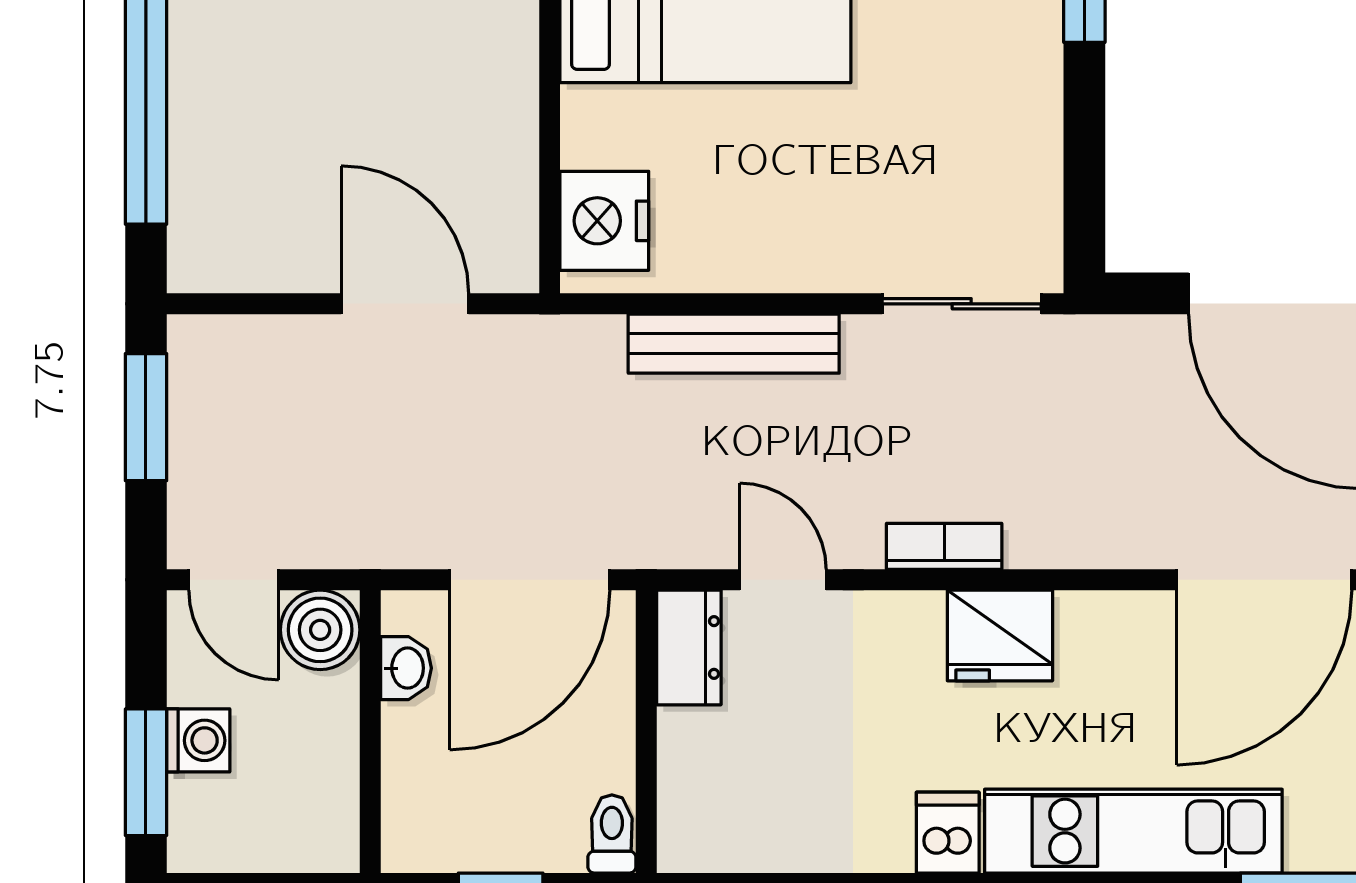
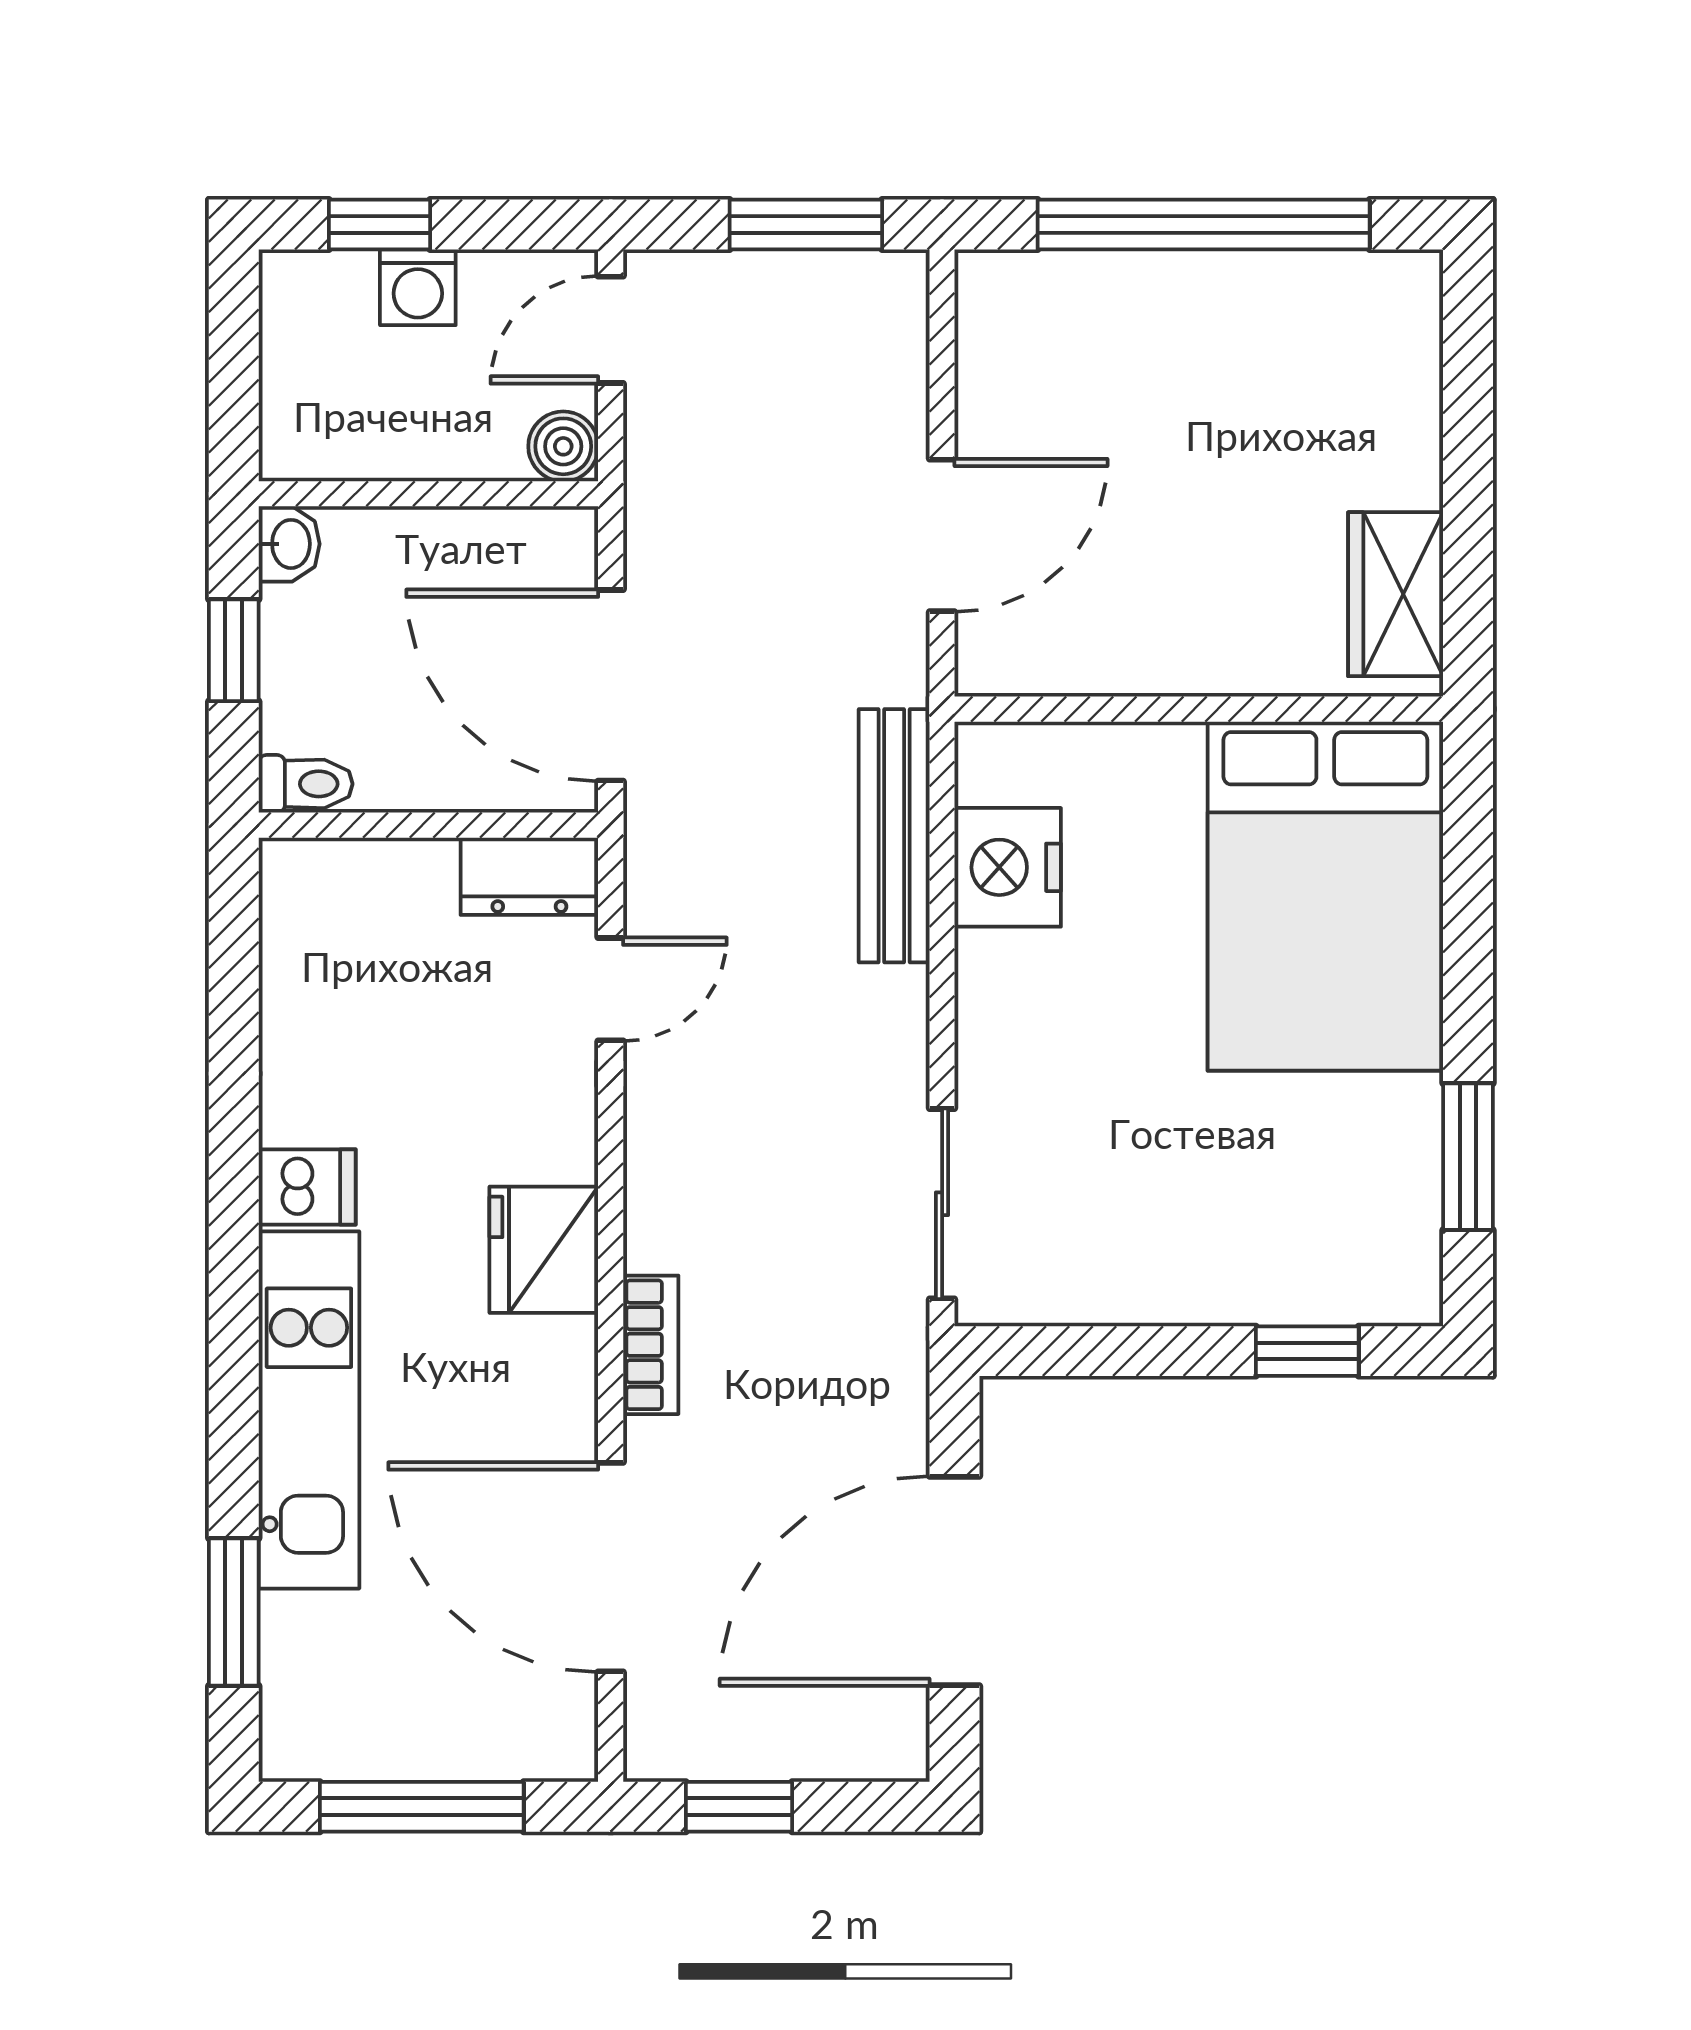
nightstand: (604, 221) -> (1008, 867), moved, turned -90
bench: (734, 344) -> (894, 836), moved
bookcase: (944, 546) -> (651, 1345), moved
boiler: (320, 630) -> (563, 446), width x0.73, depth x0.73
washbasin: (406, 668) -> (289, 544), moved, turned -90
window: (146, 772) -> (380, 225), width x0.67

